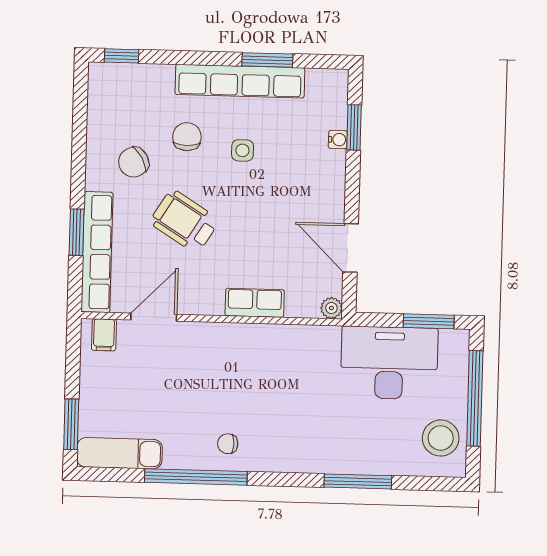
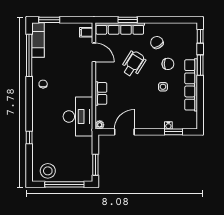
window: (267, 60) -> (200, 65), moved
desk: (389, 363) -> (78, 116), moved
window: (196, 477) -> (29, 55), moved
window: (358, 481) -> (29, 138), width x0.46

